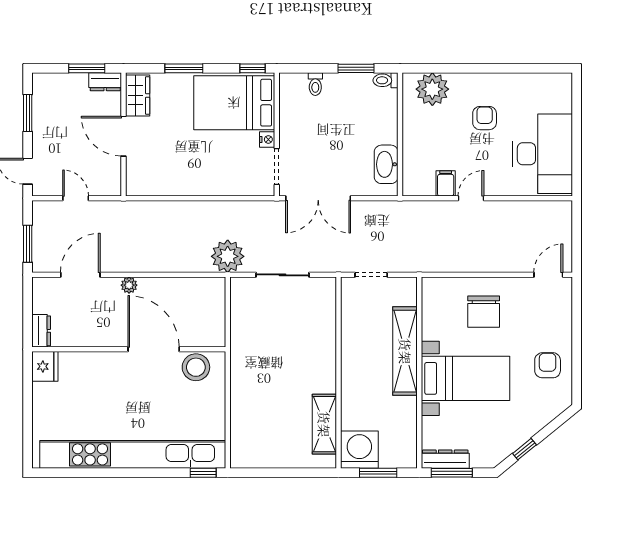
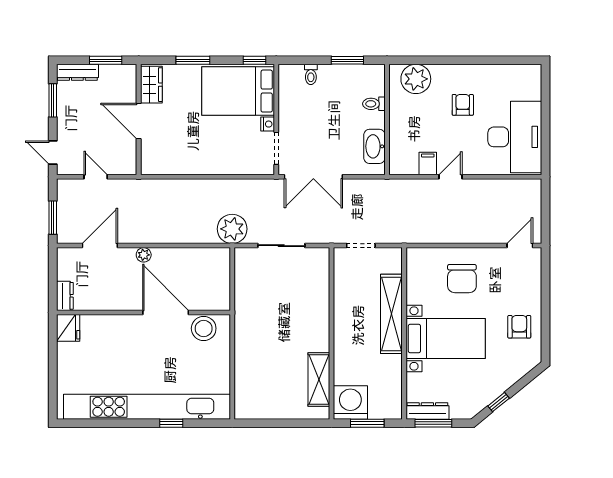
toilet: (386, 80) -> (374, 104), moved
dresser: (105, 82) -> (77, 72), moved, width x1.44
window: (203, 473) -> (171, 423), moved

